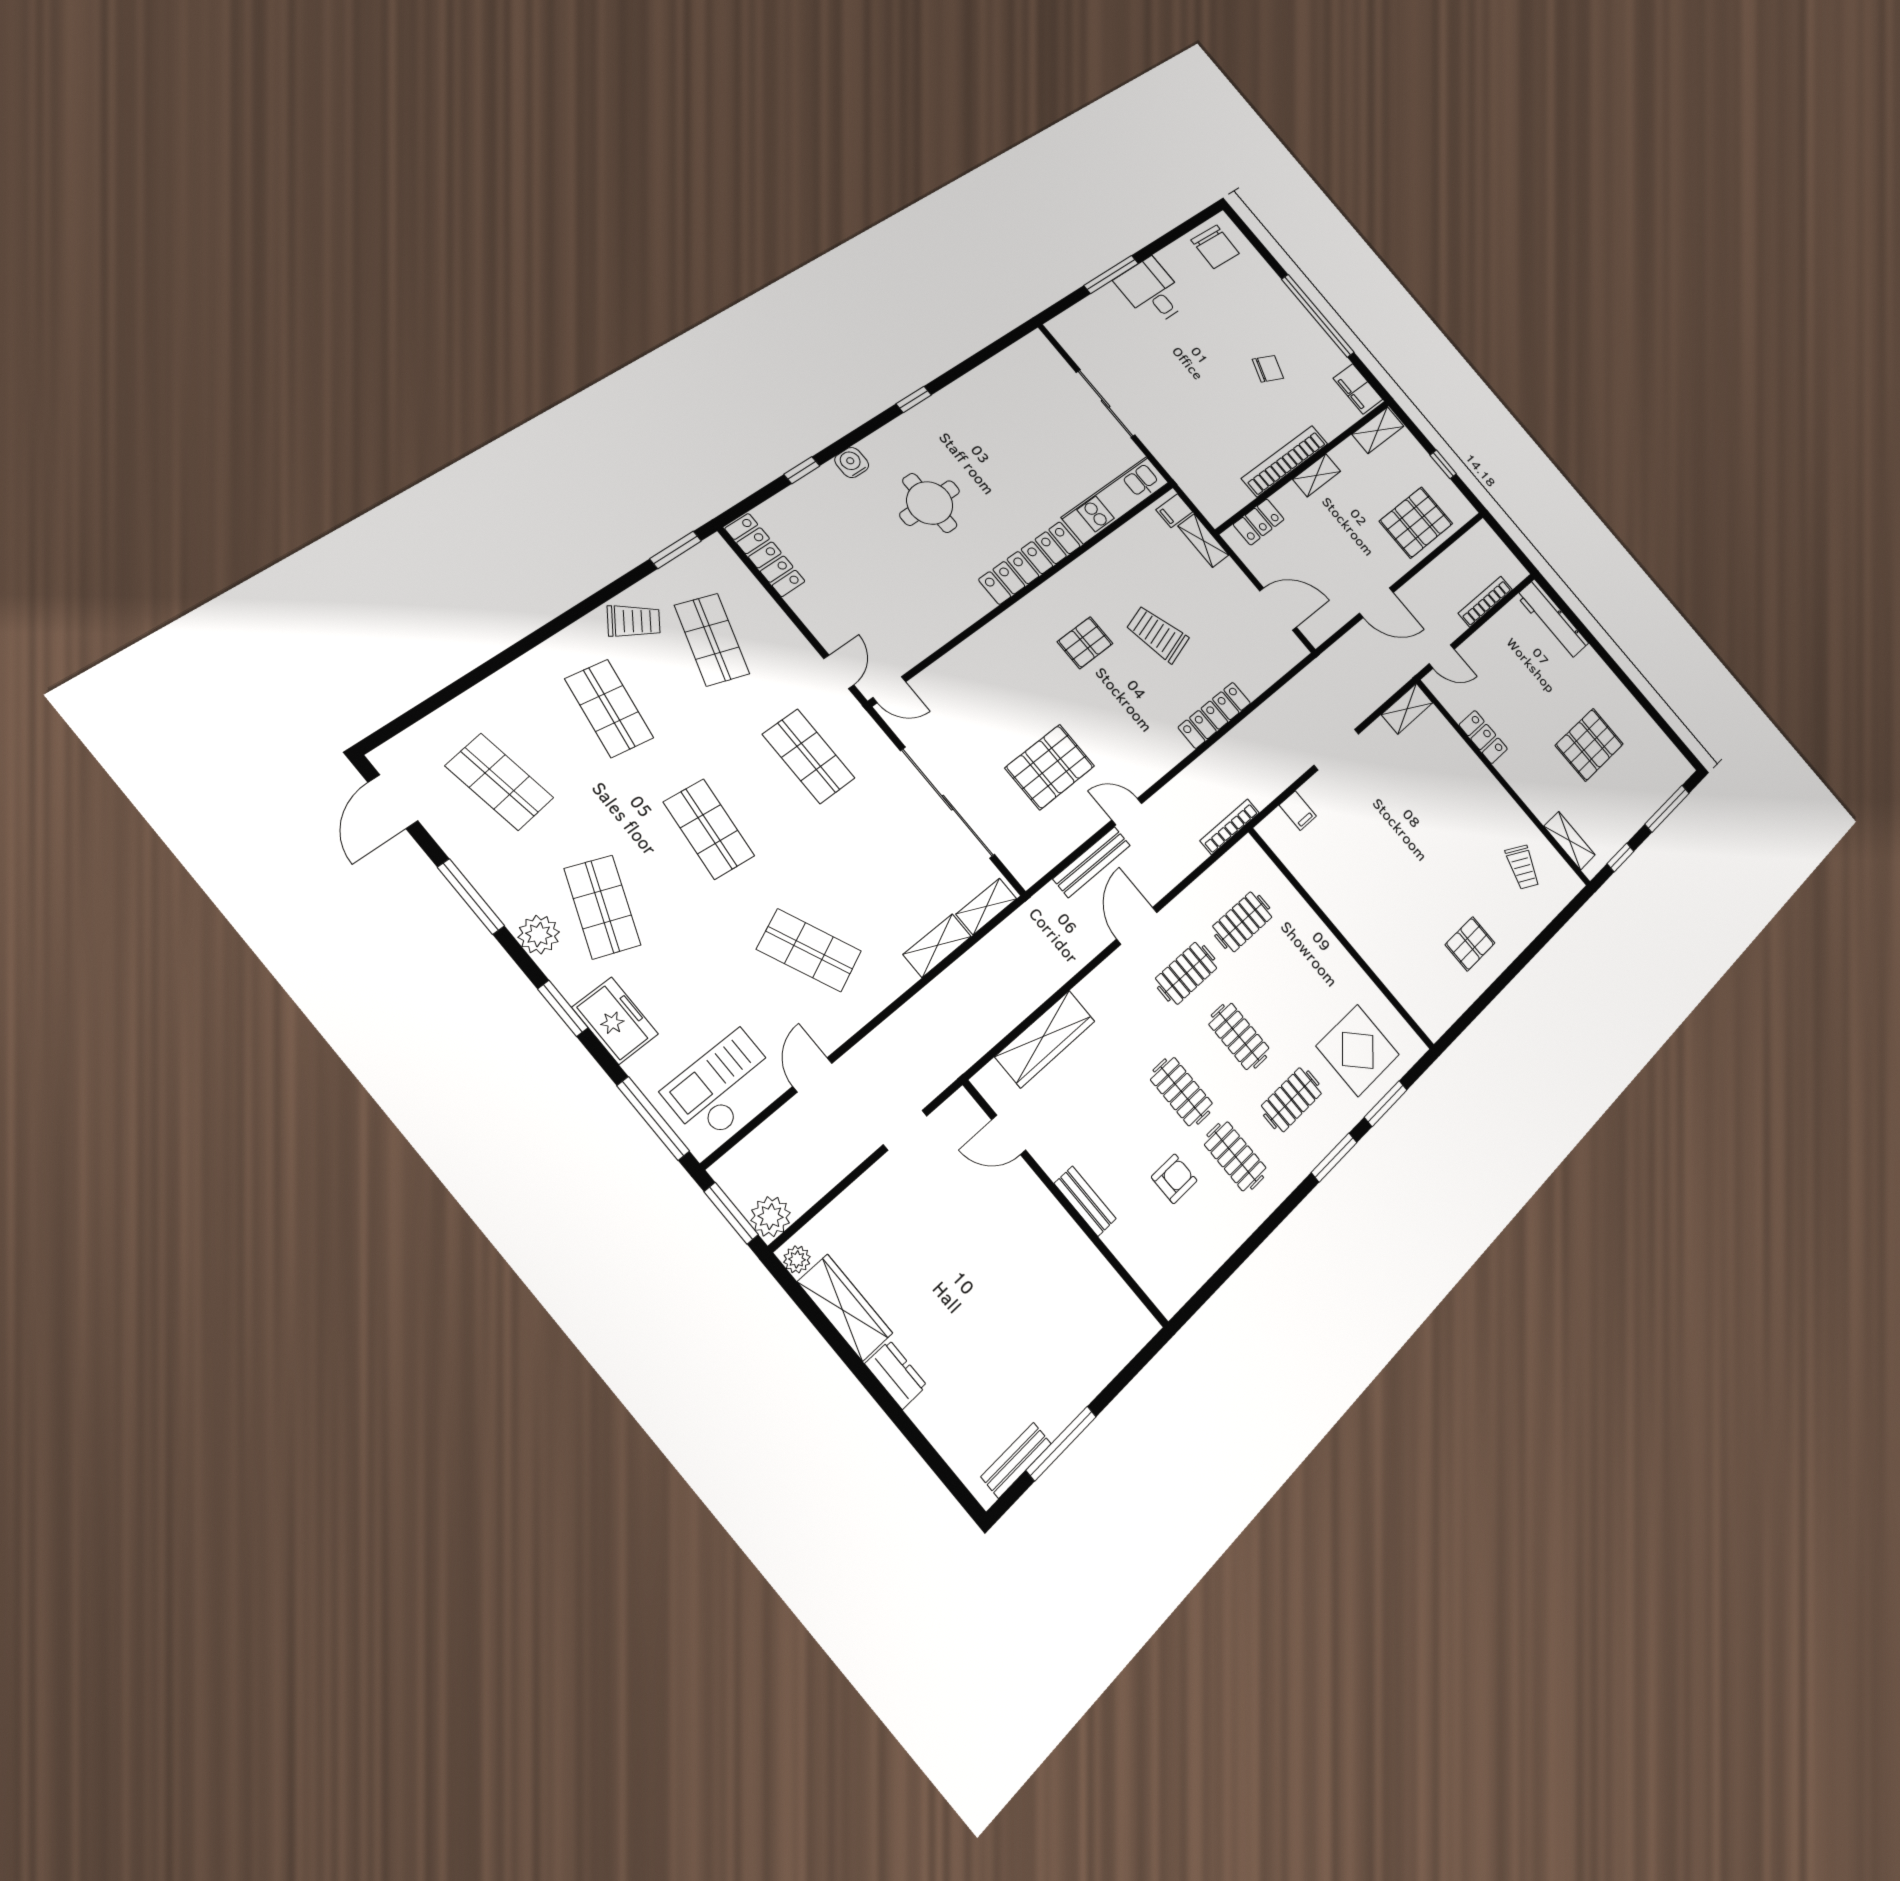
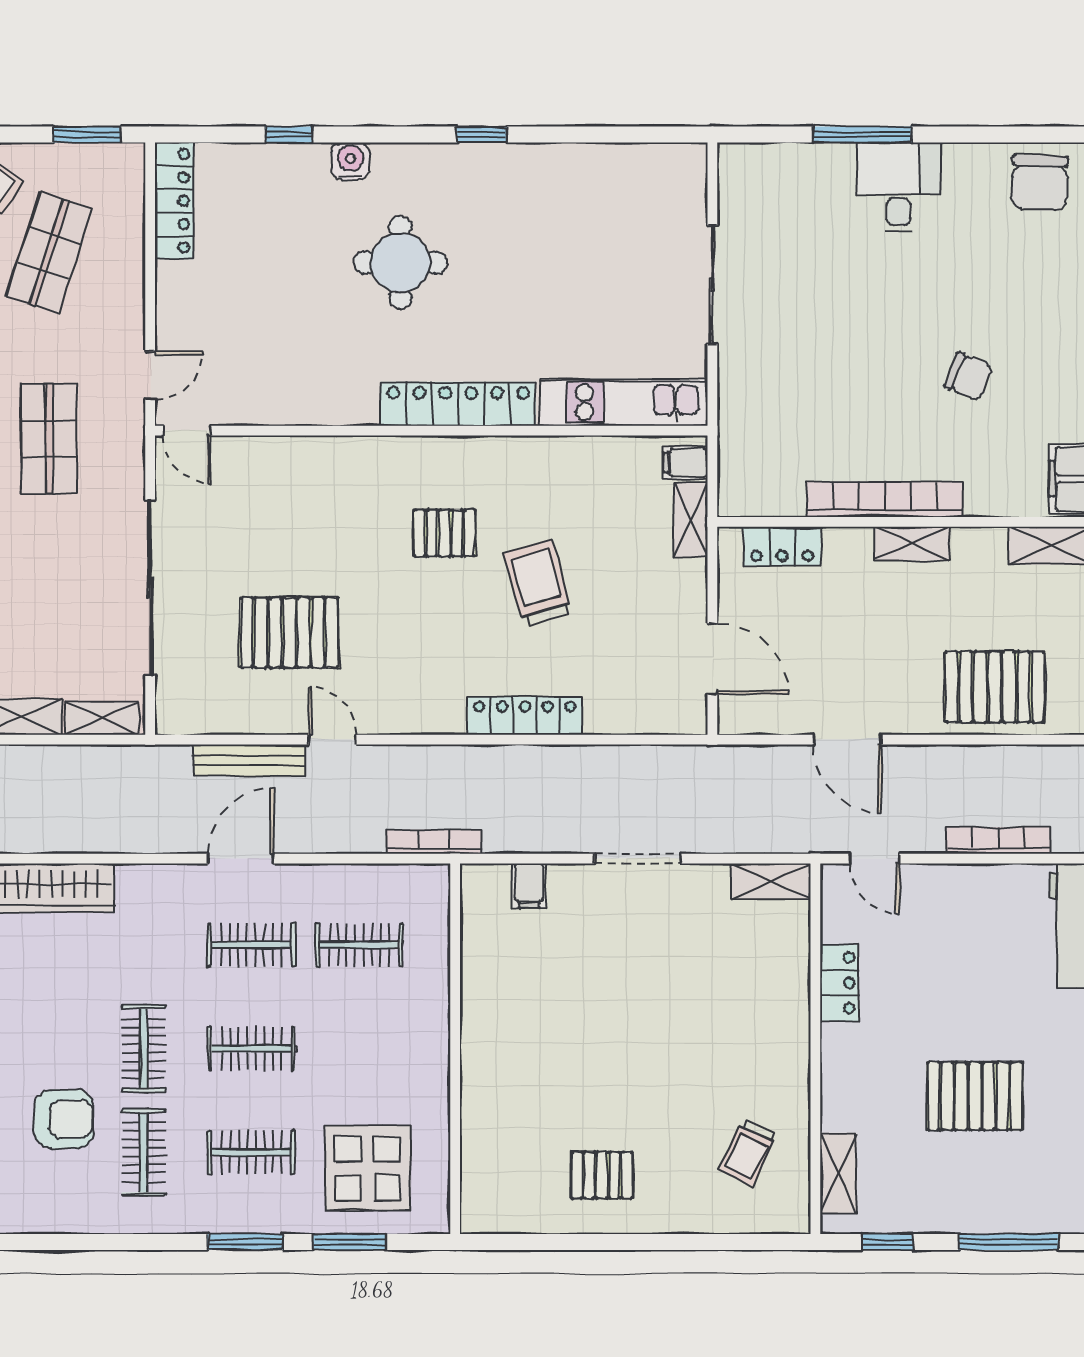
clothes rail: (1239, 1036) -> (251, 1049), turned 90
armchair: (1174, 1179) -> (64, 1119), width x1.38, depth x1.38

